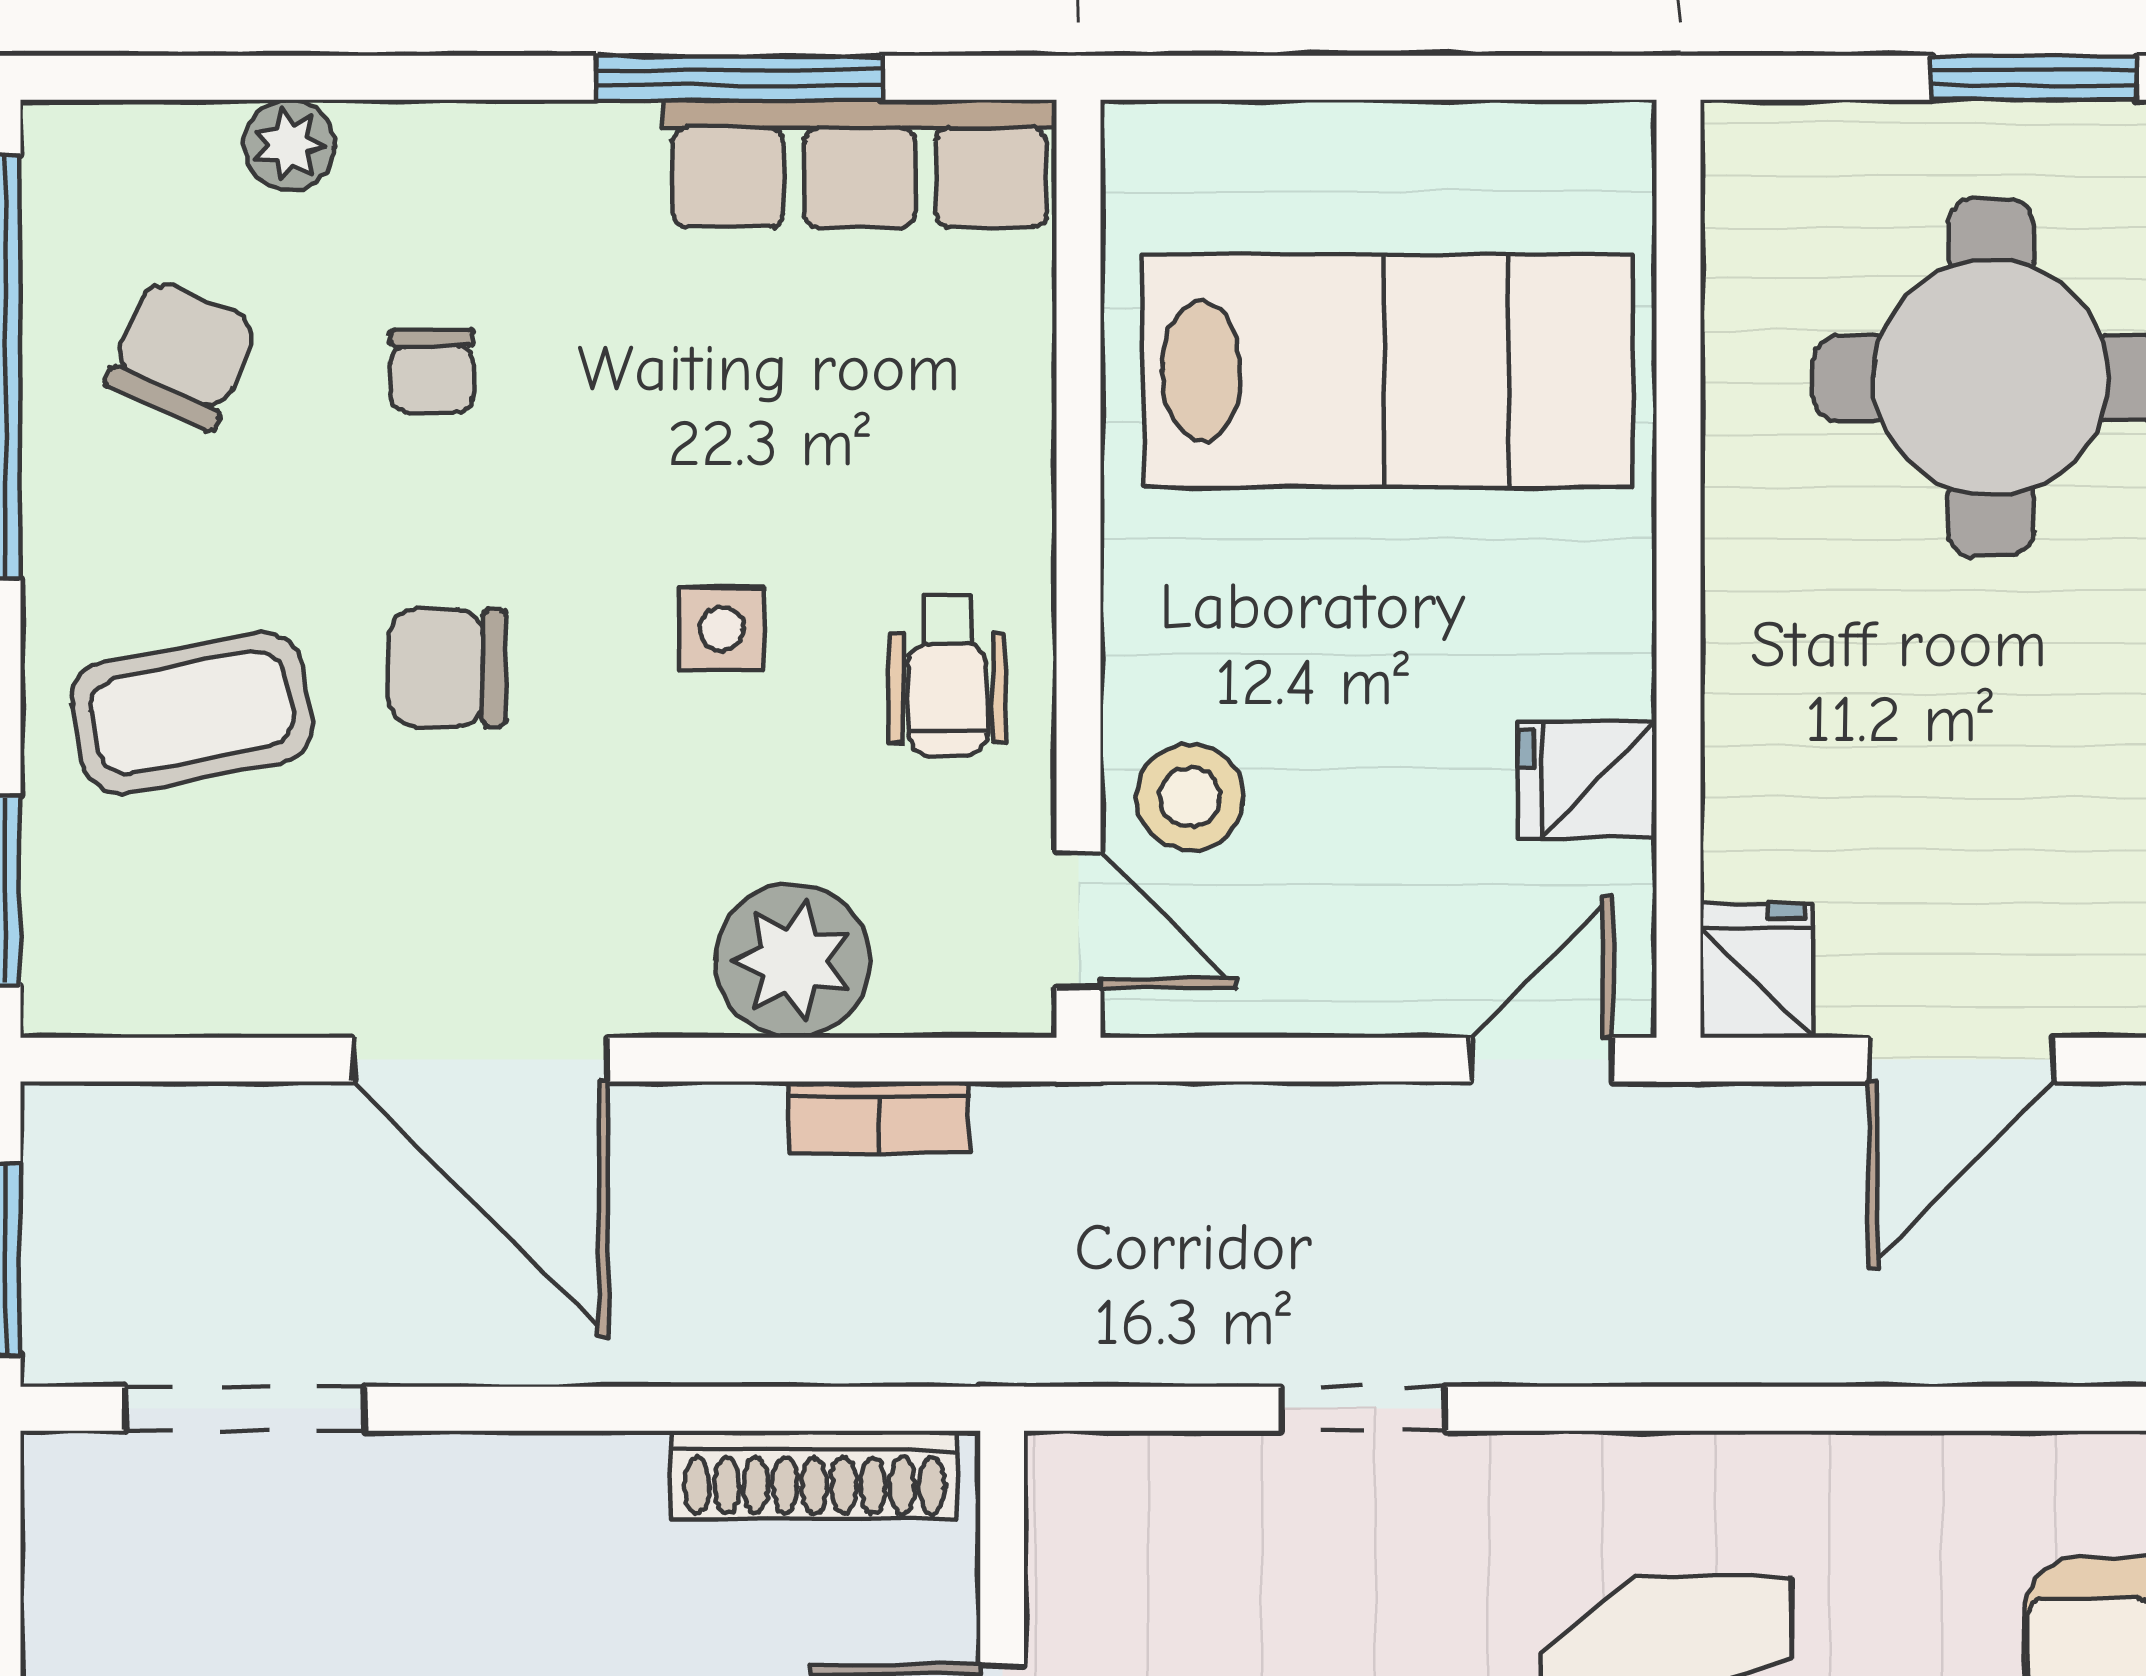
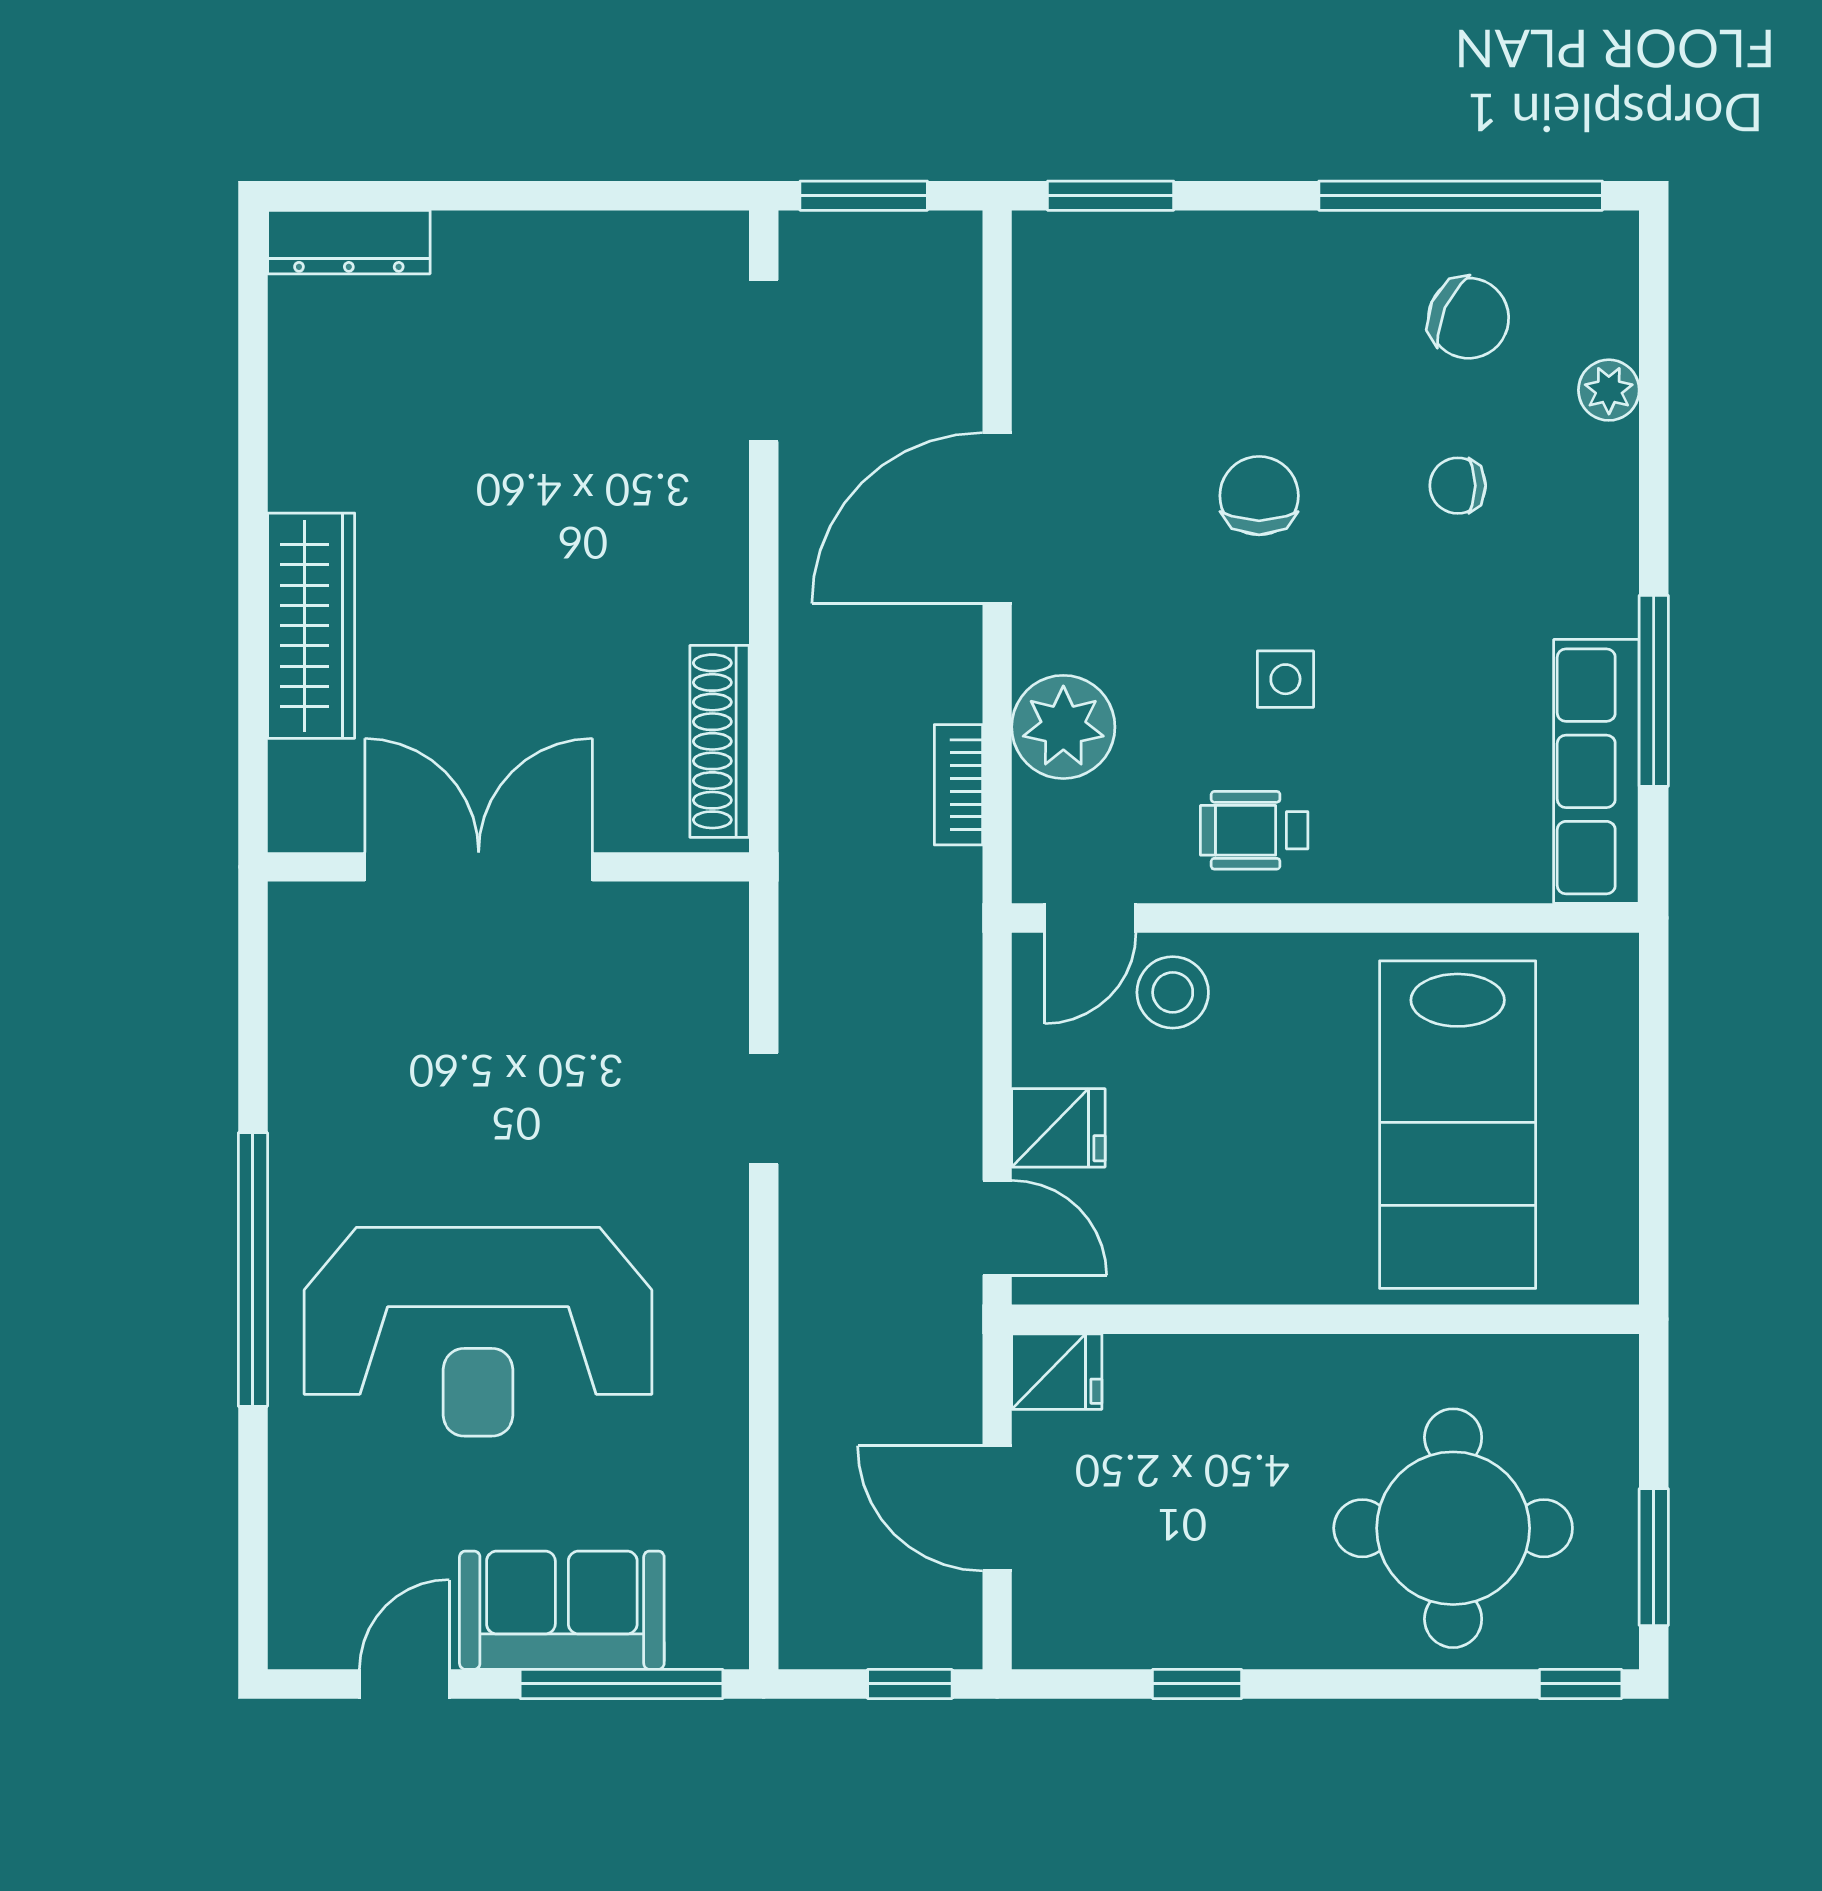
coffee table: (192, 713) -> (1229, 325), removed
fridge: (1587, 780) -> (1058, 1128), moved, turned 90

